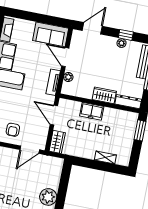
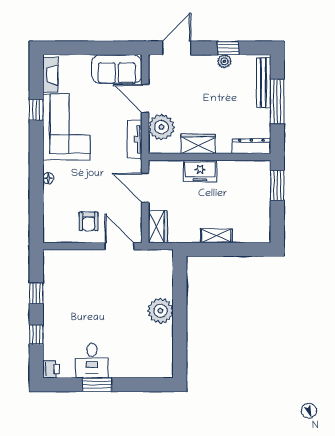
plant: (68, 77) -> (161, 127), width x1.88, depth x1.88
wardrobe: (104, 95) -> (198, 144), moved
door: (30, 150) -> (119, 246), swing flipped
shelving: (105, 158) -> (216, 236), moved

